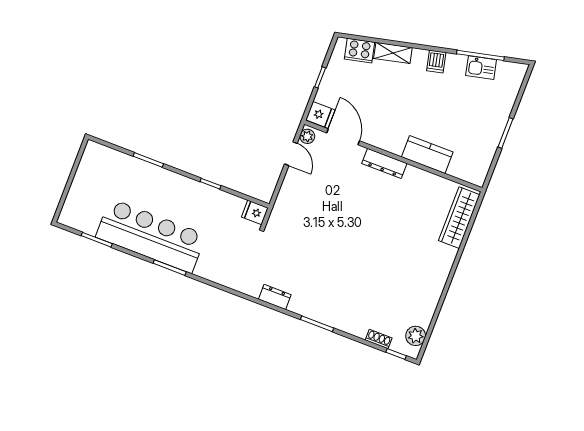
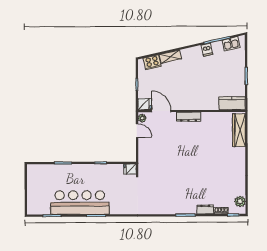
dishwasher: (436, 62) -> (207, 50), moved
kitchen sink: (481, 68) -> (231, 44), moved
kitchen counter: (427, 155) -> (232, 103), moved
dresser: (275, 297) -> (205, 209), moved

